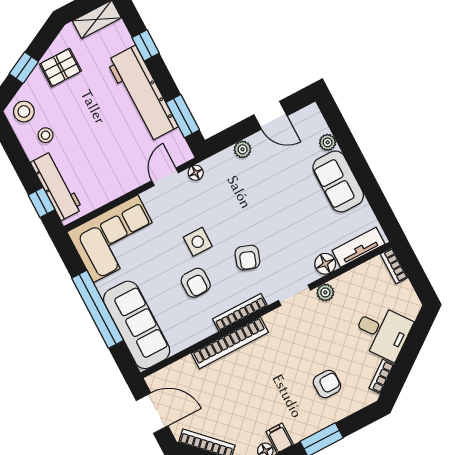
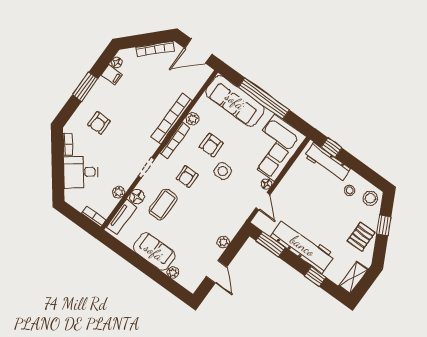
door: (271, 115) -> (216, 272), swing flipped
floor lamp: (196, 173) -> (266, 184), moved
coffee table: (297, 237) -> (163, 205), added
armchair: (247, 258) -> (187, 177), turned -109
armchair: (196, 283) -> (211, 145), turned -90
plant: (325, 292) -> (119, 192), moved
plant: (203, 329) -> (192, 119), added

